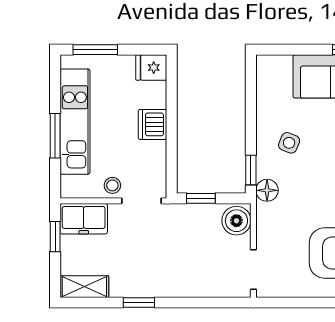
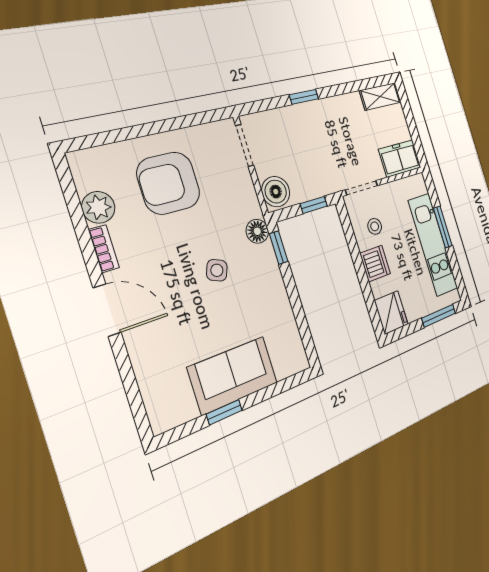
fridge: (151, 68) -> (391, 312), width x1.38
side table: (289, 143) -> (217, 270), moved
stool: (112, 185) -> (375, 226), moved
window: (55, 237) -> (415, 137), removed
window: (139, 303) -> (304, 97), moved

